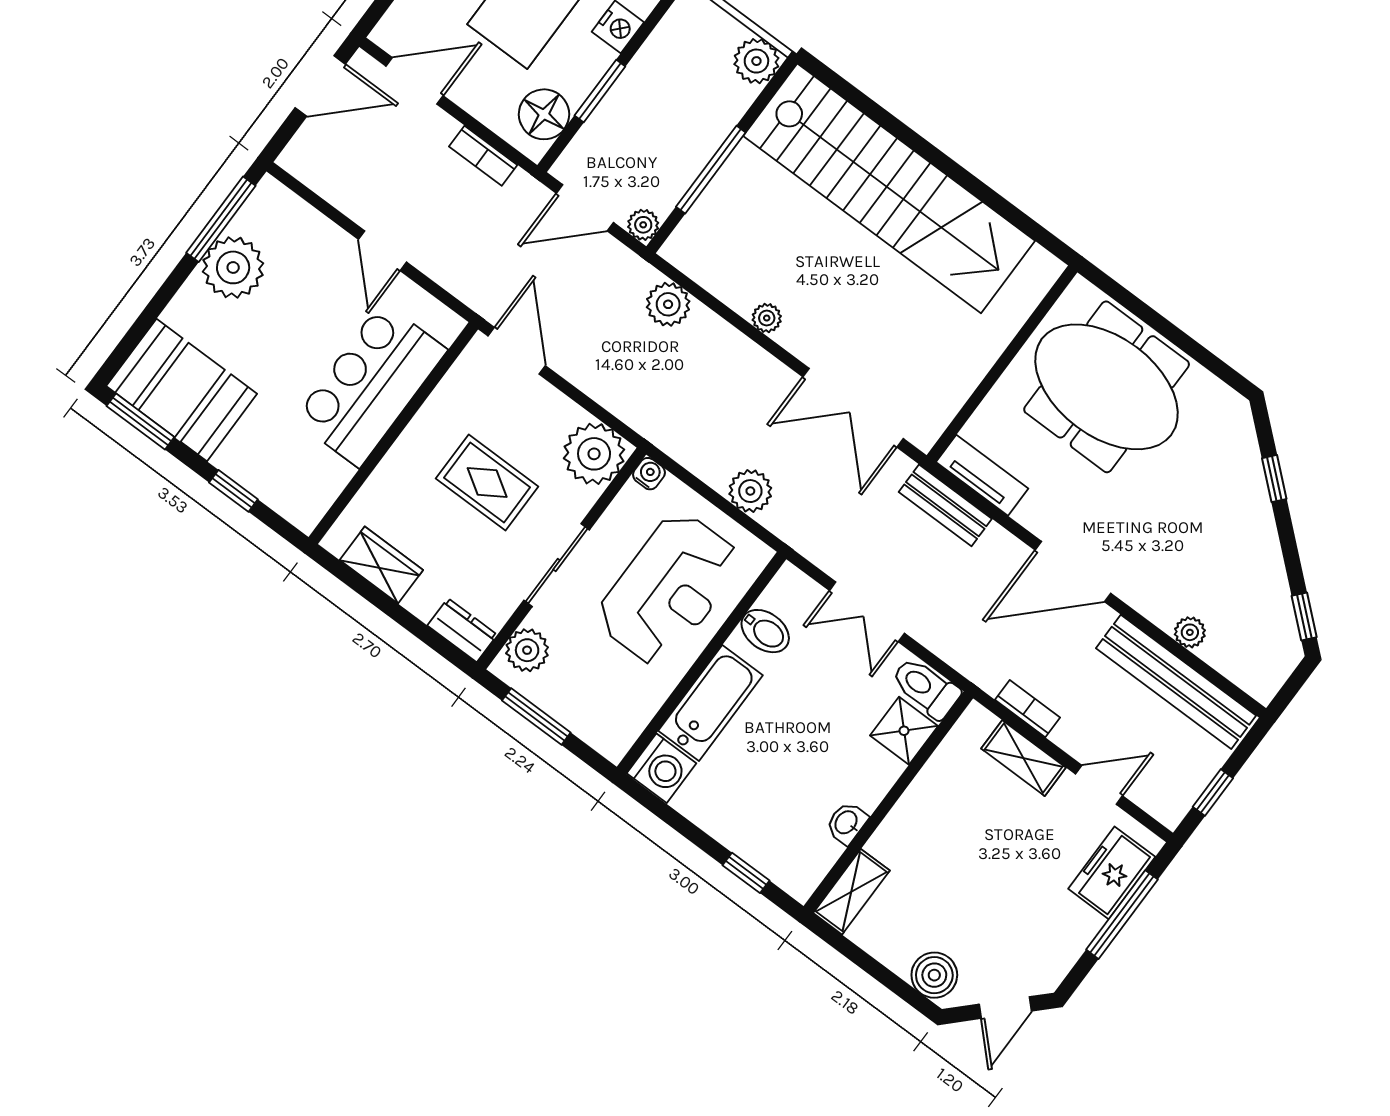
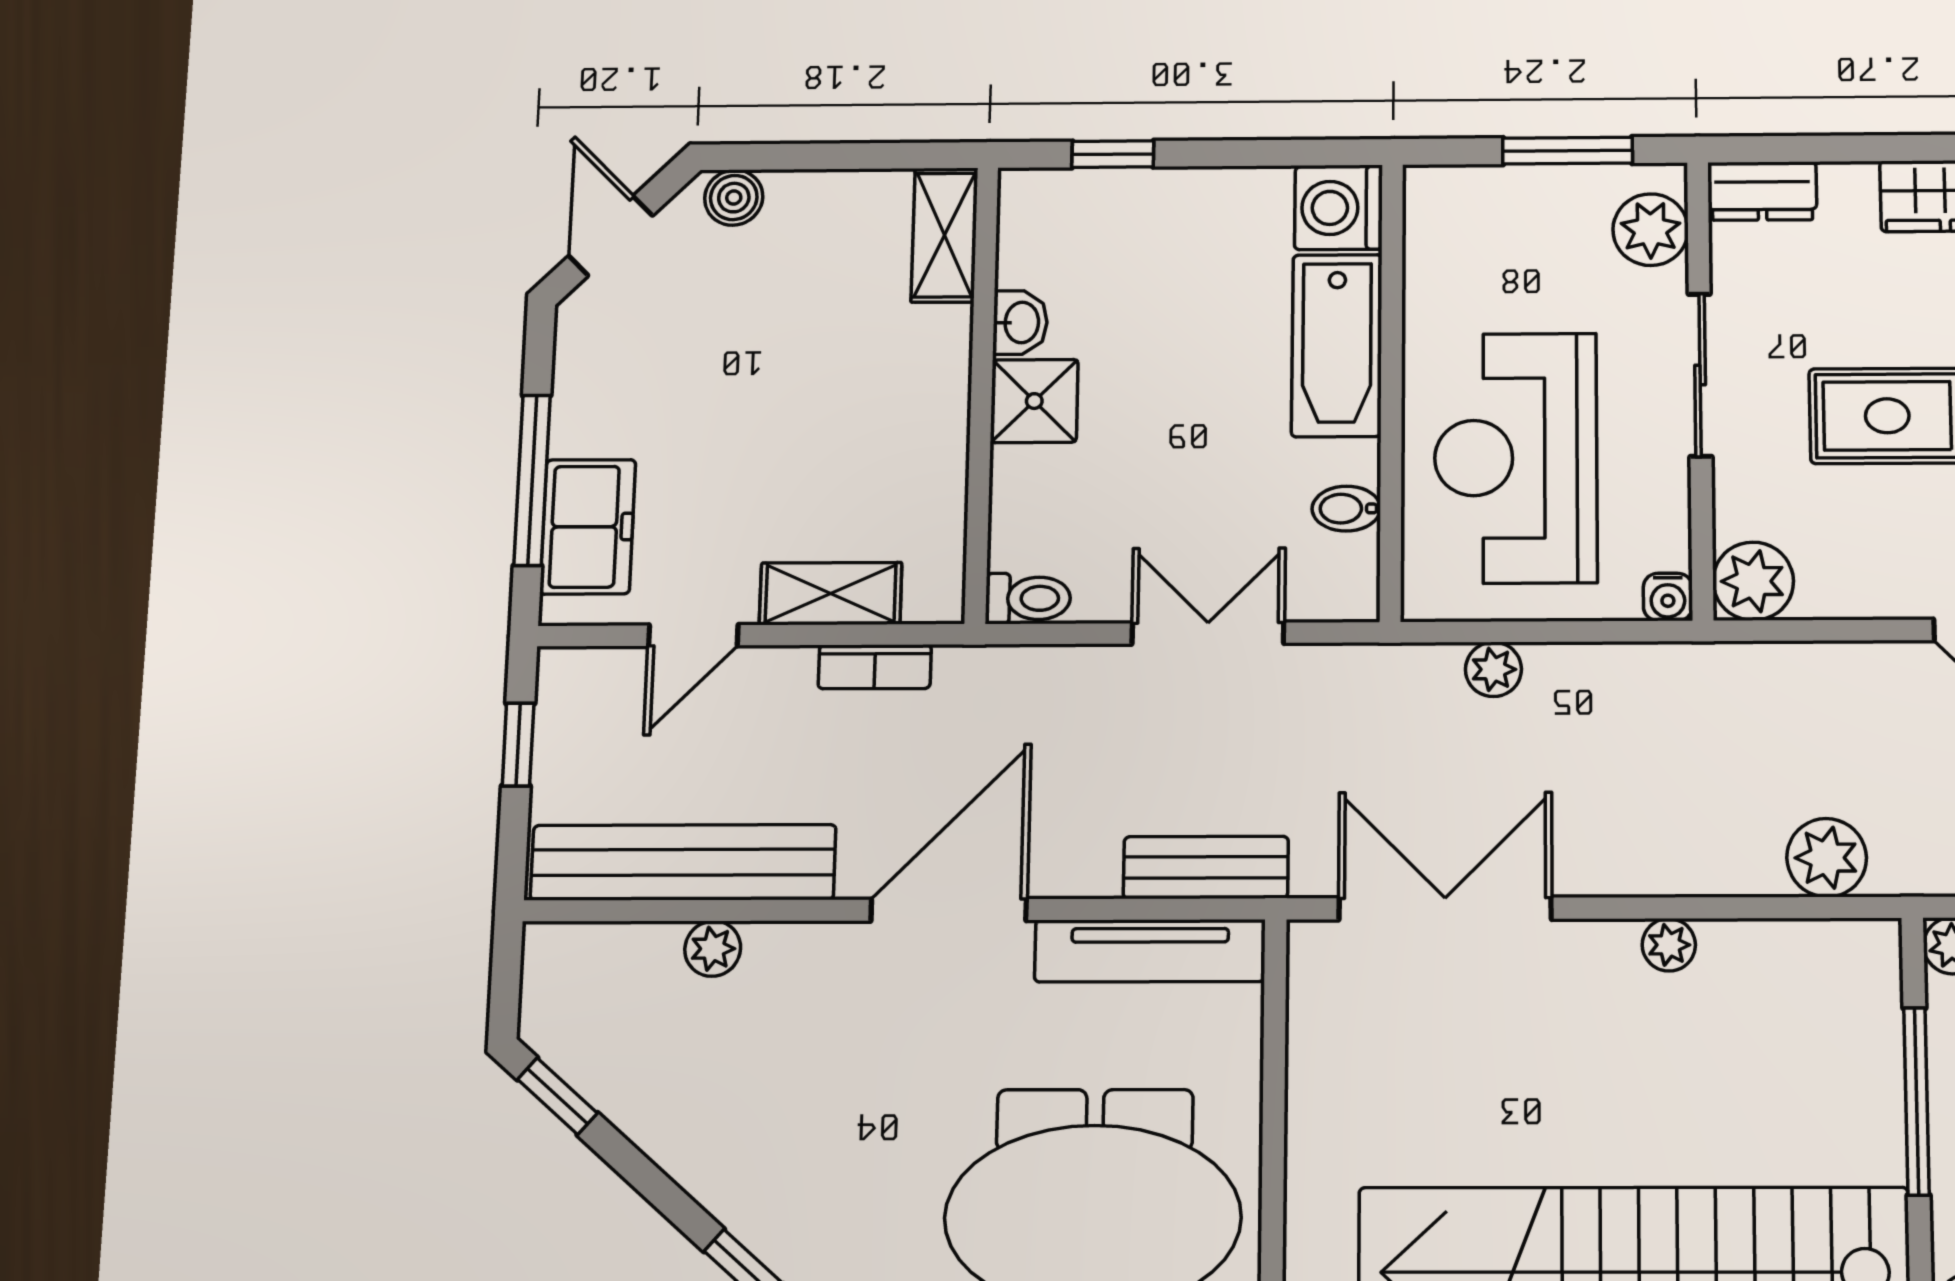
plant: (594, 454) -> (1753, 581), width x0.73, depth x0.73
tv unit: (982, 475) -> (1150, 951), width x1.41
plant: (750, 491) -> (1493, 669), width x0.73, depth x0.73
bidet: (765, 631) -> (1346, 509), width x0.72, depth x0.74
toilet: (926, 688) -> (1028, 598), width x0.73, depth x0.72
shower: (904, 731) -> (1034, 401), moved
boiler: (934, 975) -> (734, 198), width x0.73, depth x0.73

